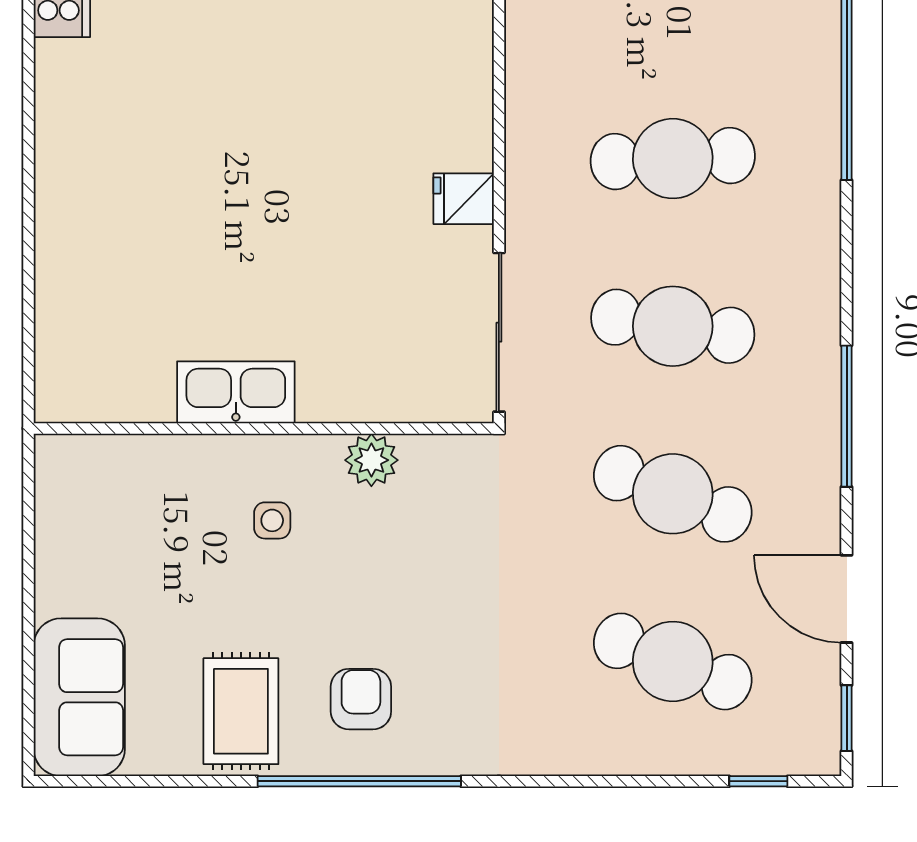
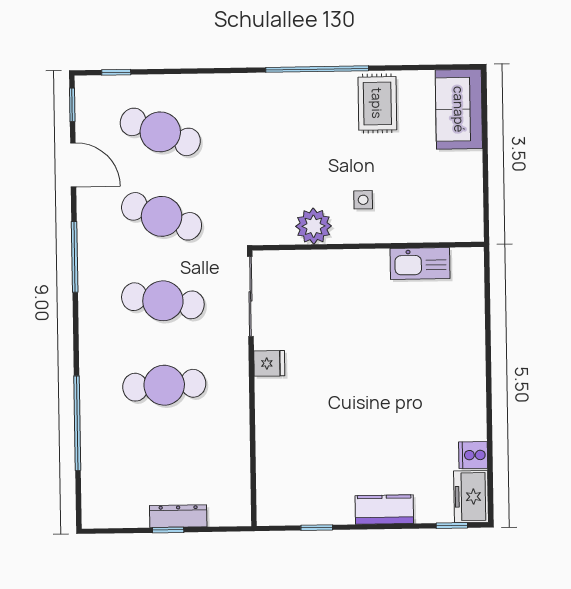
kitchen sink: (236, 392) -> (420, 263), moved
plant: (371, 460) -> (314, 226), width x1.36, depth x1.36
armchair: (361, 699) -> (317, 111), removed

